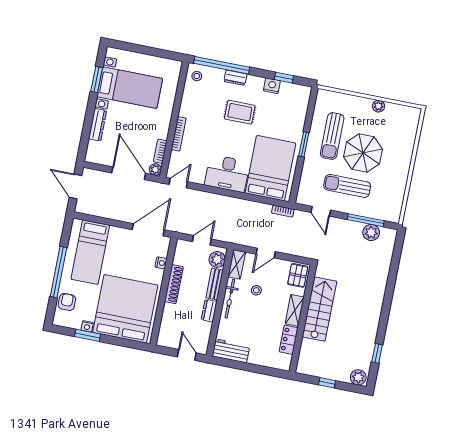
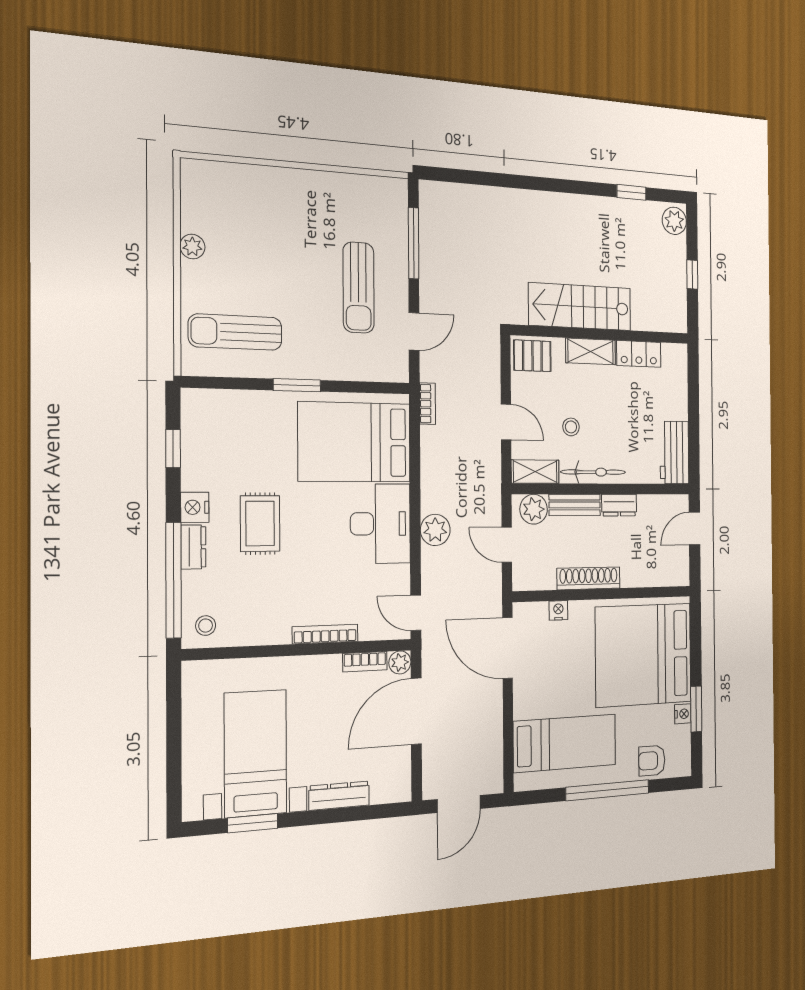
nightstand: (272, 86) -> (195, 507), moved
sun lounger: (332, 136) -> (235, 332), moved, turned 180
parasol: (363, 153) -> (291, 265), removed
plant: (371, 233) -> (435, 530), moved

